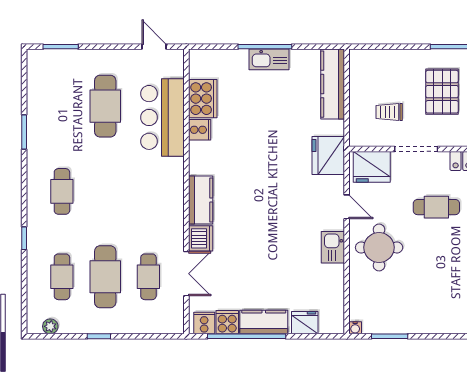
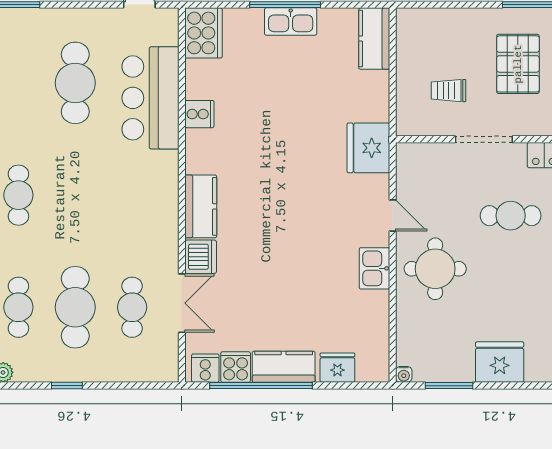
kitchen counter: (333, 84) -> (374, 39), width x0.67
cooker: (203, 99) -> (204, 33), moved
fridge: (372, 167) -> (500, 362), moved, turned 180

